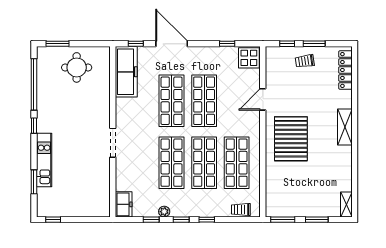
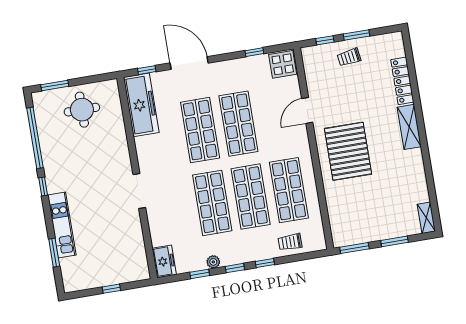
locker: (345, 70) -> (402, 81), moved
trolley: (241, 210) -> (290, 242), moved
window: (53, 220) -> (111, 289), moved

